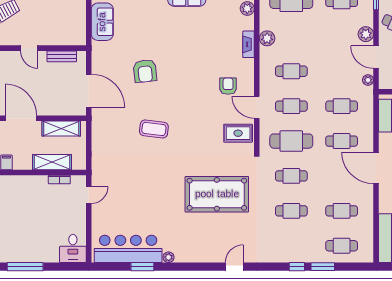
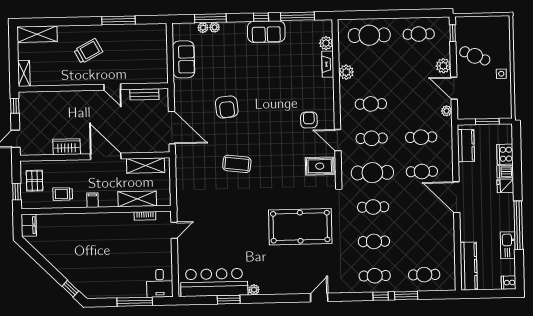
fireplace: (248, 44) -> (328, 64), moved
cafe table: (342, 211) -> (375, 276), moved
window: (25, 267) -> (135, 302), moved

